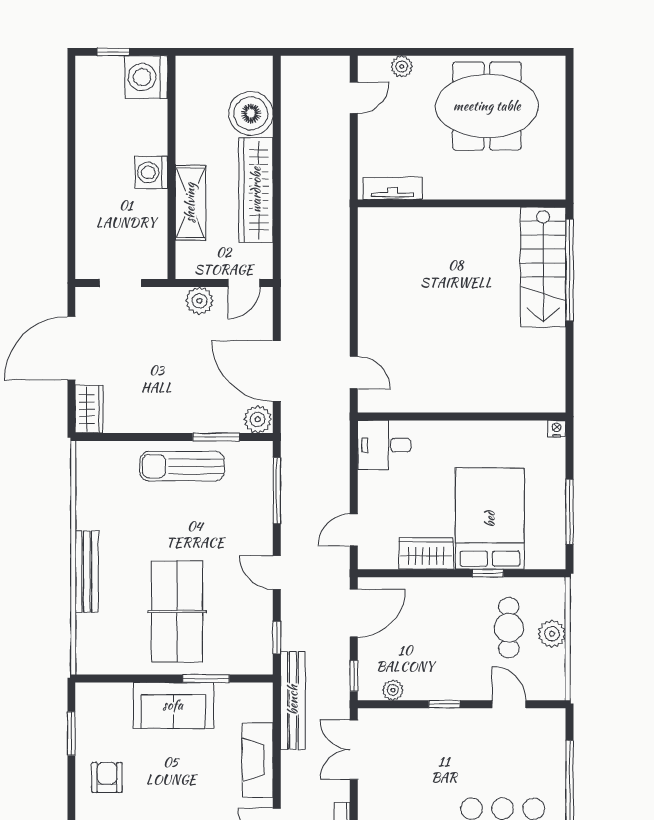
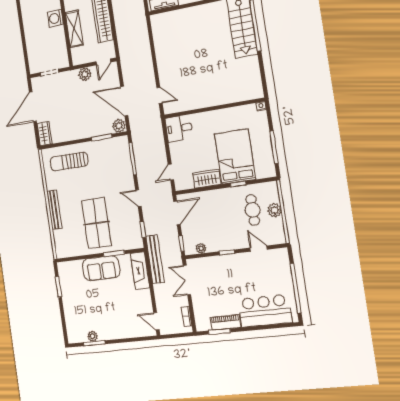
sun lounger: (182, 466) -> (69, 161), moved
fireplace: (258, 760) -> (140, 271), moved
armchair: (107, 777) -> (77, 306), removed

